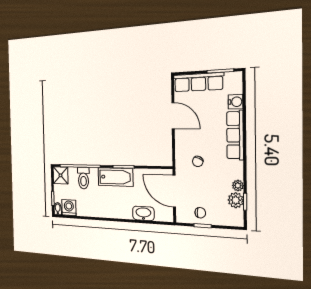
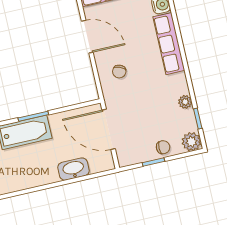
chair: (198, 161) -> (119, 71), moved
plant: (236, 200) -> (191, 142), moved
chair: (200, 213) -> (163, 147), moved

